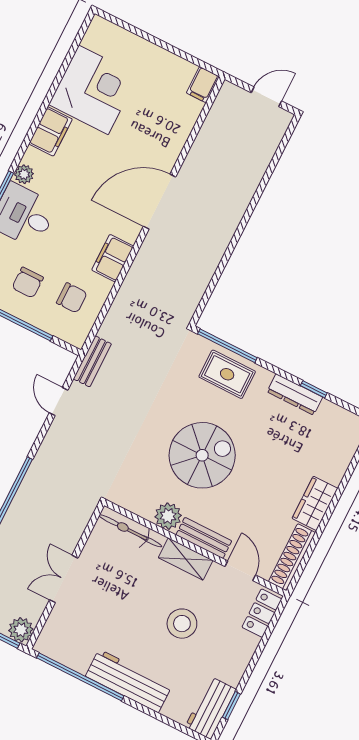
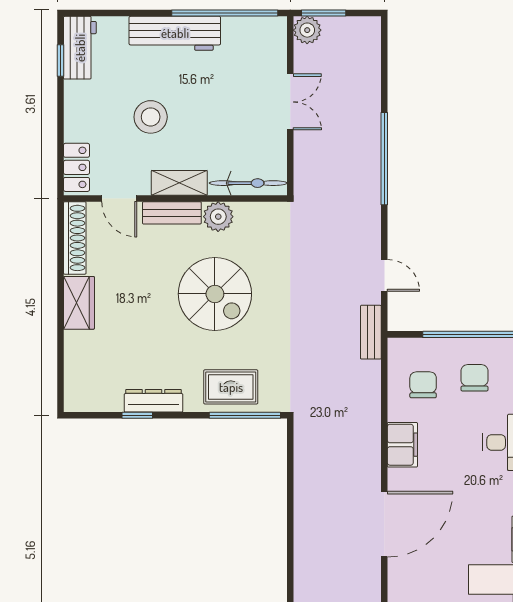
chair: (72, 298) -> (423, 385), turned 90
spiral stairs: (202, 455) -> (215, 294), turned -90

